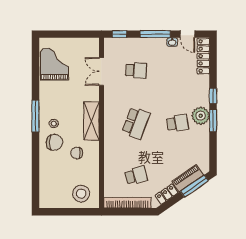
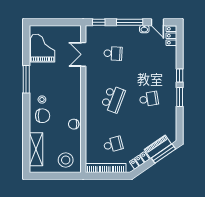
locker: (203, 56) -> (171, 36), width x0.66
window: (35, 116) -> (26, 79), moved
plant: (201, 116) -> (169, 93), removed
shelving: (91, 121) -> (36, 149), moved
chair: (77, 153) -> (74, 124), moved

